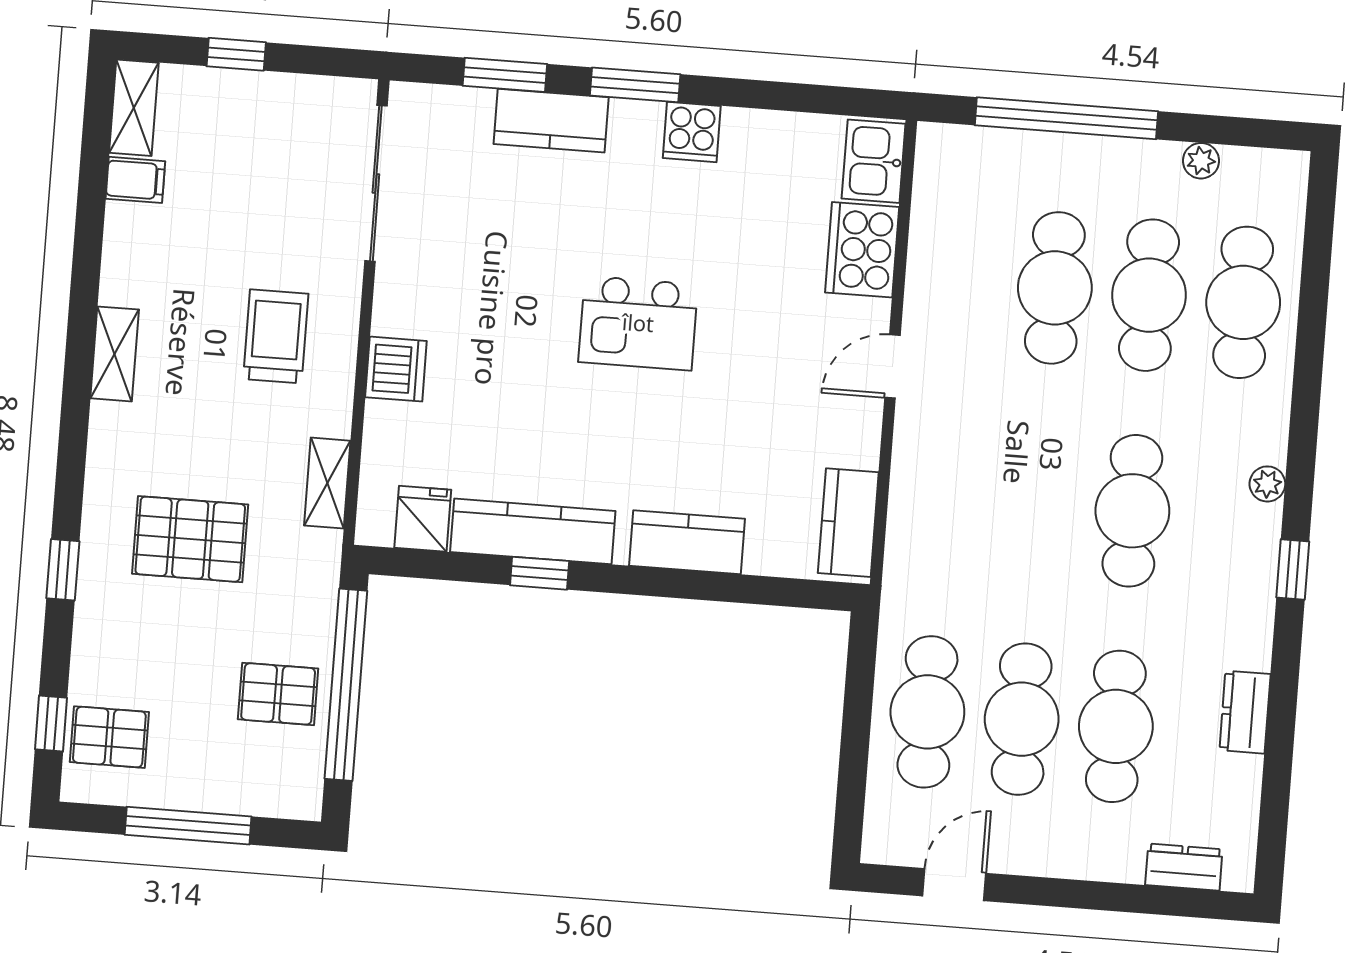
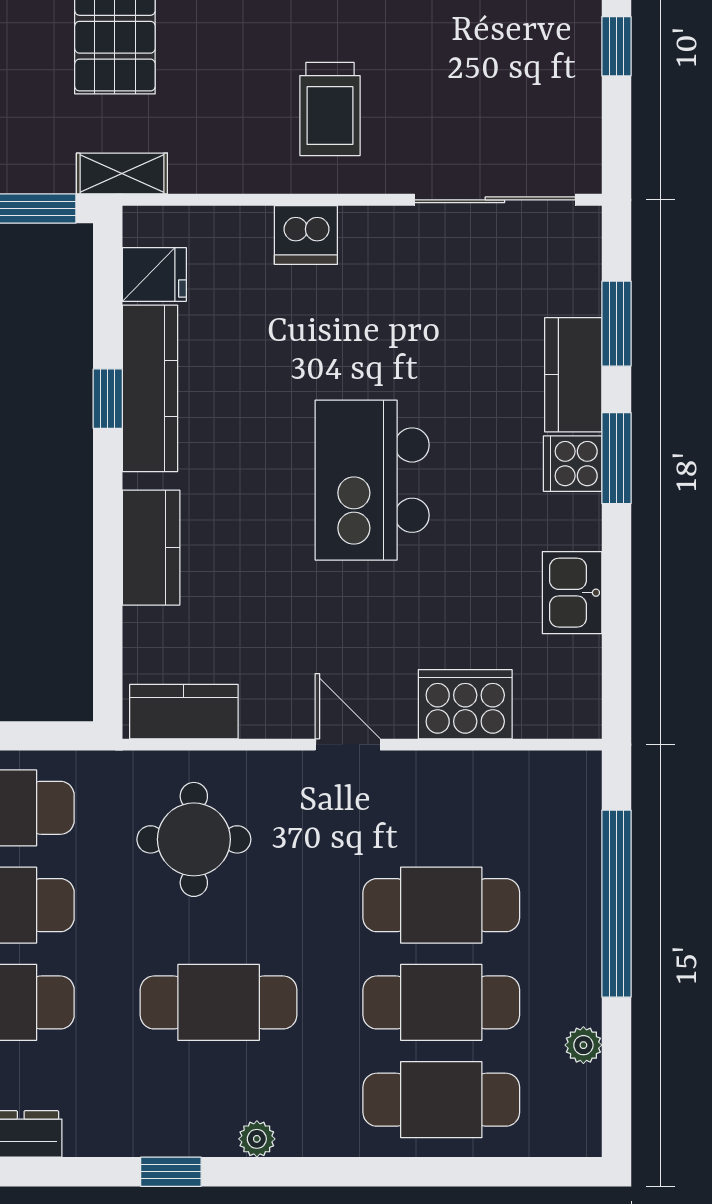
cooker: (692, 132) -> (573, 464), moved
kitchen sink: (874, 161) -> (572, 593), moved, turned -90
kitchen island: (638, 323) -> (372, 480), width x1.37, depth x1.28
trolley: (276, 336) -> (330, 109), turned 90
shelving: (327, 483) -> (122, 174), moved
round table: (973, 523) -> (194, 839), added

